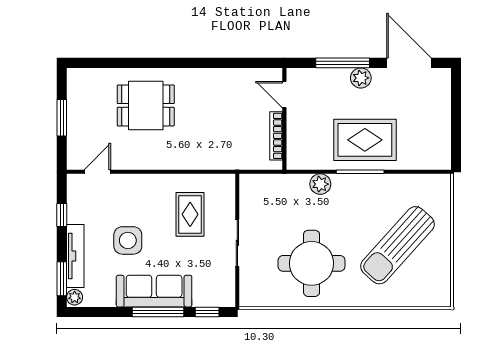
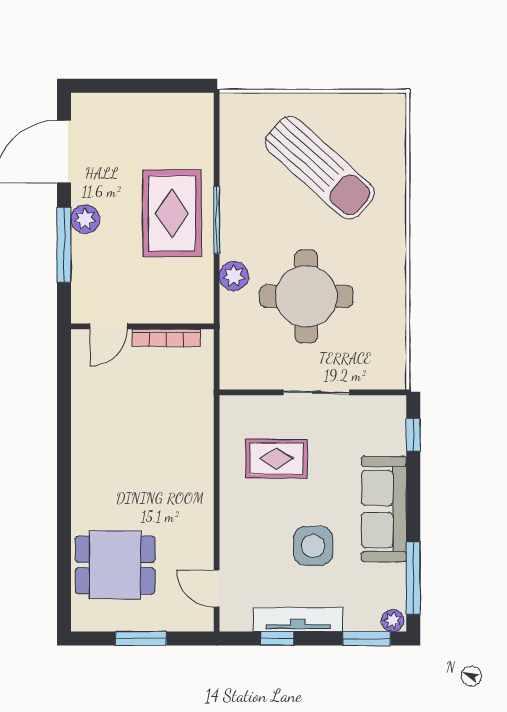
dining table: (146, 105) -> (115, 565), moved, turned 90
tv unit: (75, 256) -> (298, 620), moved
round table: (312, 263) -> (306, 296), moved
window: (158, 312) -> (413, 578), moved

